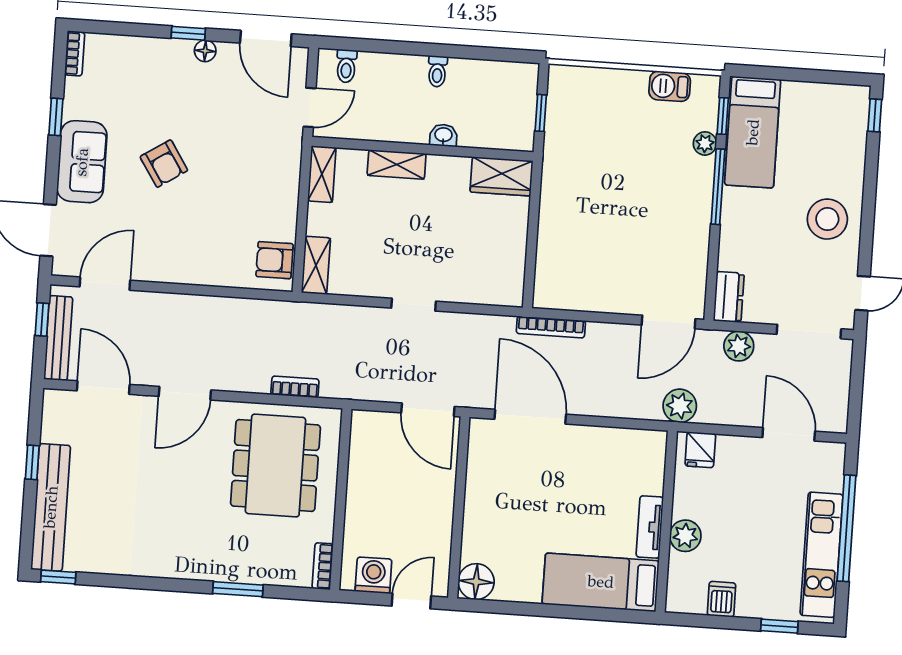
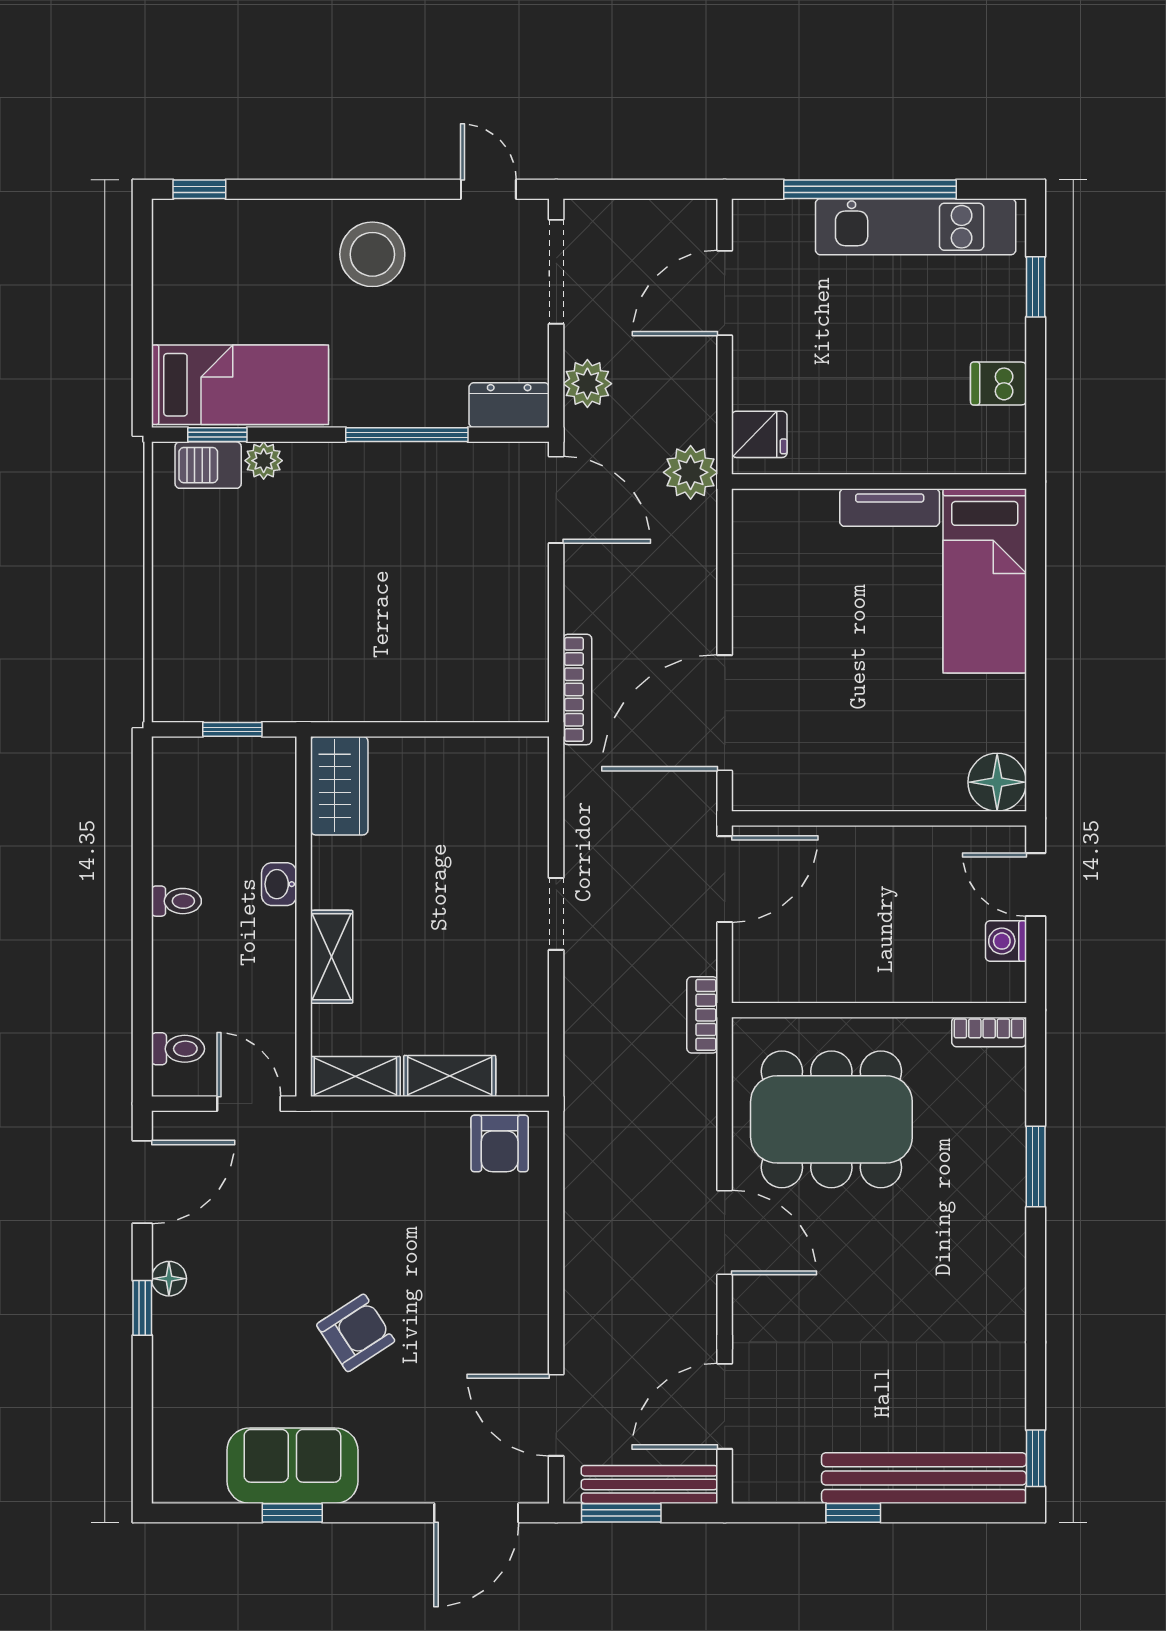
bookcase: (75, 54) -> (188, 1489), removed
barbecue: (670, 86) -> (208, 465), moved, turned 90
sofa: (82, 162) -> (292, 1466), moved
window: (718, 187) -> (407, 435), moved
shelving: (316, 265) -> (450, 1076), moved
window: (42, 320) -> (621, 1513), width x1.50
bookcase: (295, 387) -> (702, 1015), moved
door: (185, 393) -> (725, 1233), moved
plant: (685, 536) -> (900, 449), removed
washing machine: (373, 575) -> (1006, 941), width x0.73, depth x0.73

